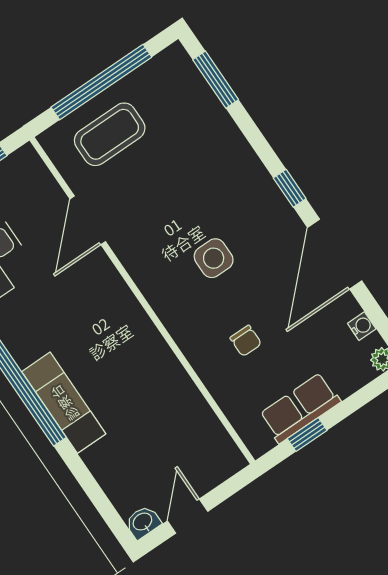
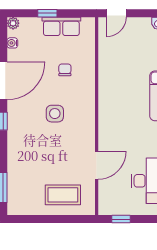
window: (101, 82) -> (52, 219), removed
window: (307, 435) -> (47, 13), moved
door: (188, 516) -> (116, 13), moved

